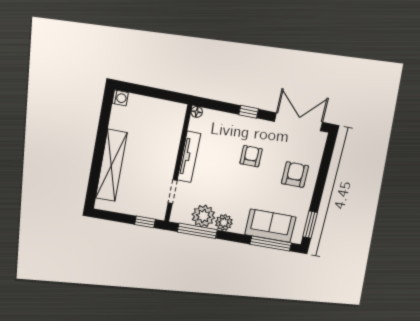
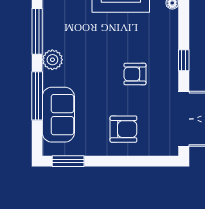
armchair: (251, 156) -> (135, 74), turned 180
plant: (203, 216) -> (56, 35), removed
window: (271, 244) -> (37, 96), moved

